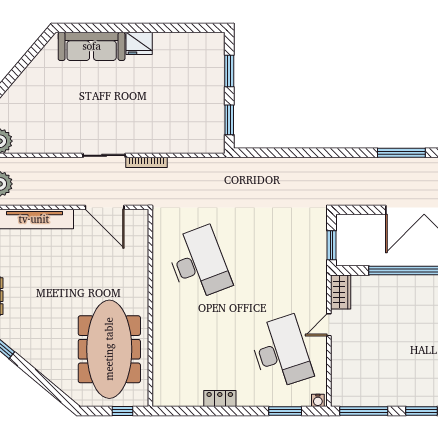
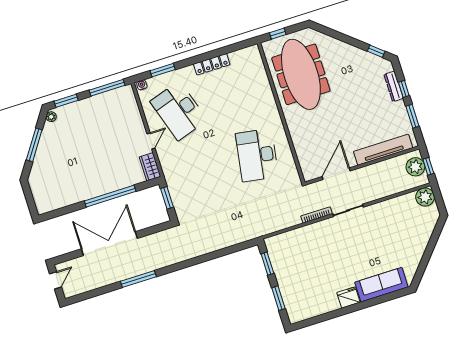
door: (105, 207) -> (336, 174), hinge flipped
desk: (199, 263) -> (257, 155), turned 30
locker: (220, 399) -> (212, 64), width x1.53

